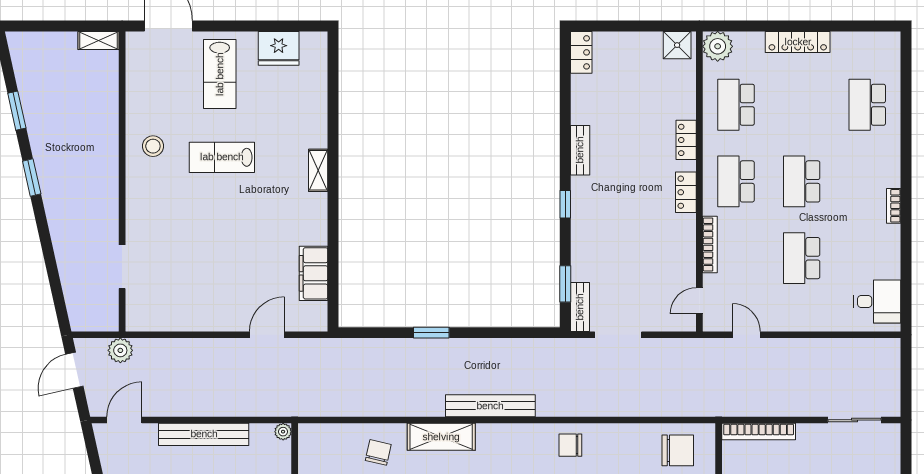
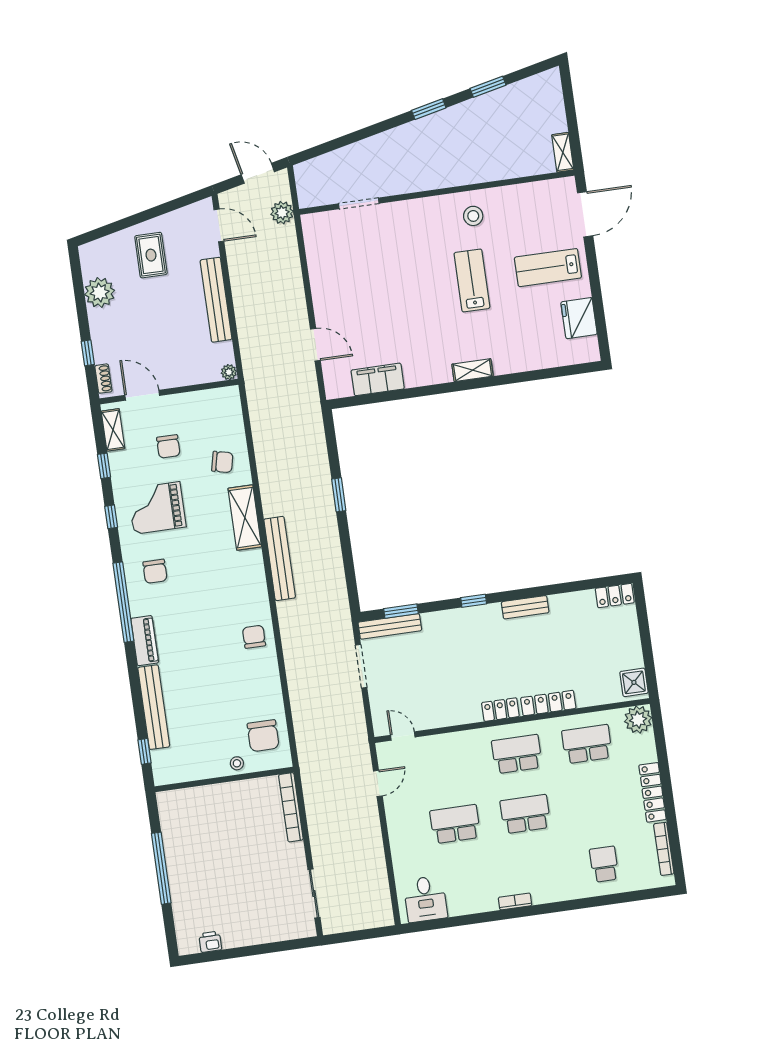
school desk: (867, 105) -> (604, 864), width x0.54
locker: (686, 140) -> (548, 703), width x1.53
bookcase: (710, 244) -> (664, 849), moved, turned 90
bench: (580, 307) -> (390, 626), width x1.36

